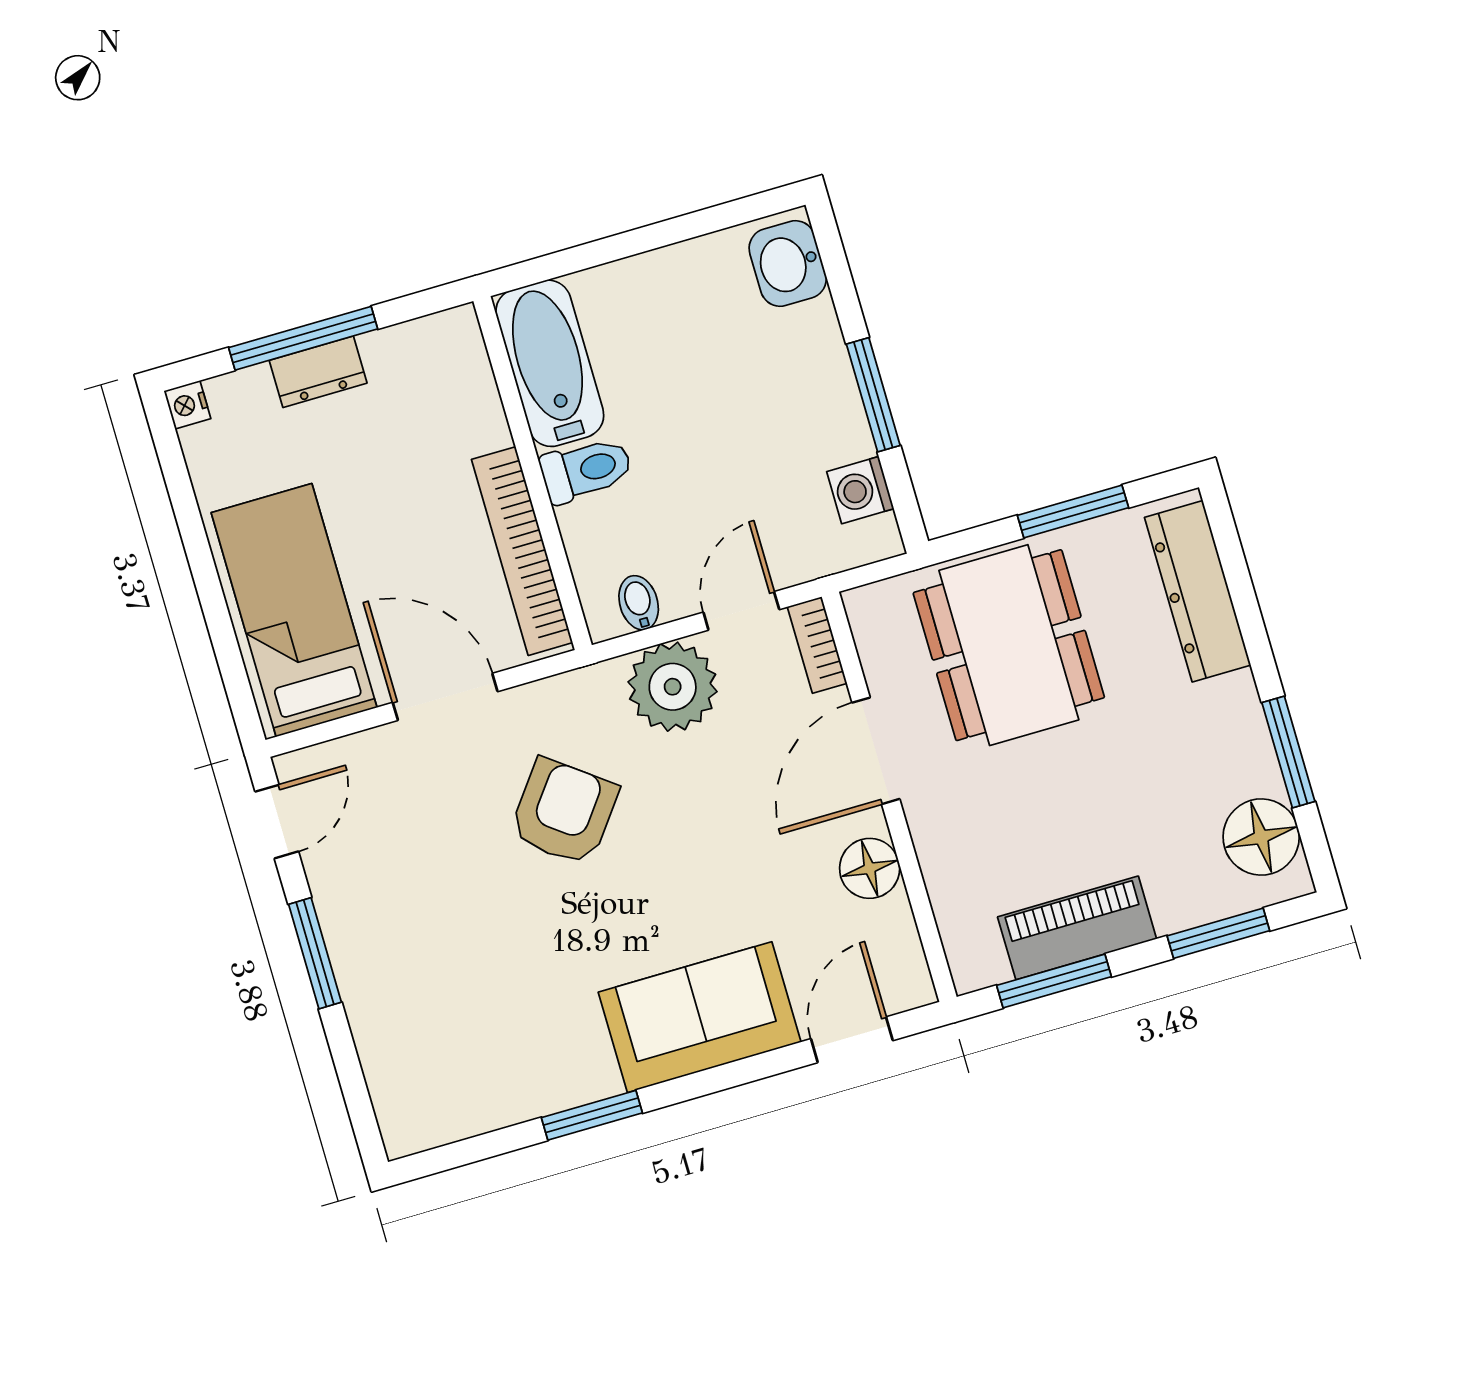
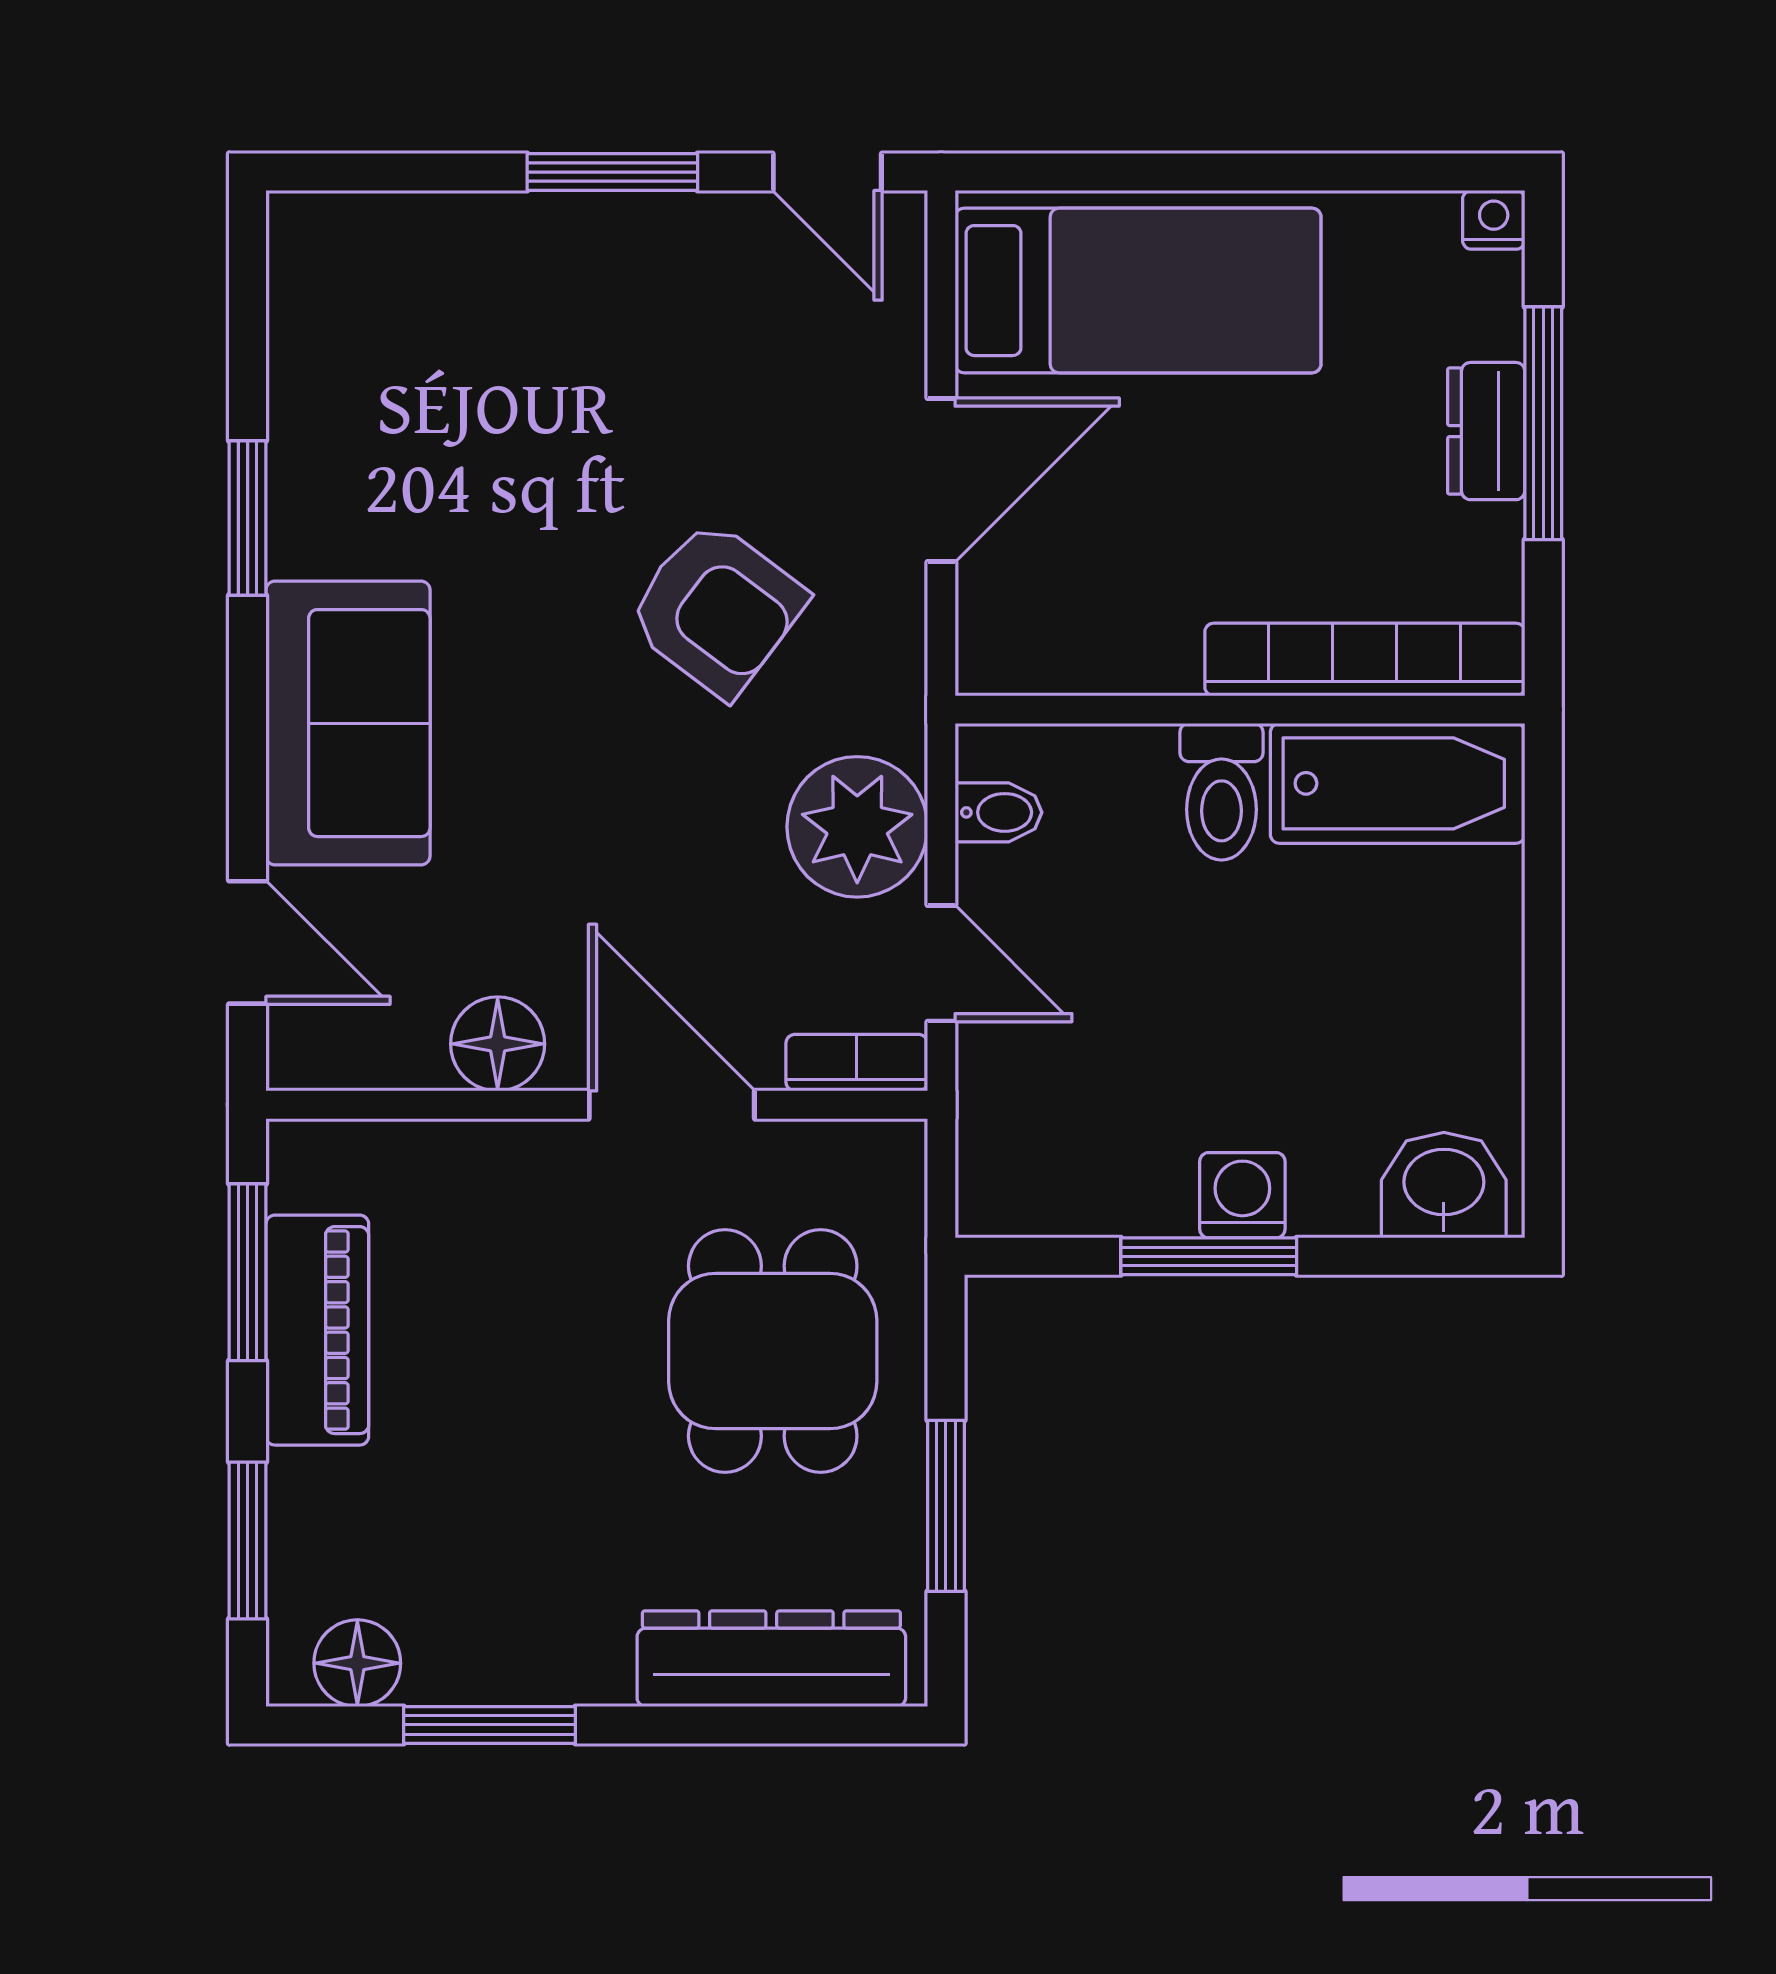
washing machine: (860, 490) -> (1242, 1195), moved
bookcase: (522, 551) -> (1365, 659), moved
dining table: (1009, 645) -> (773, 1351), width x0.73
floor lamp: (1261, 837) -> (357, 1663), width x0.73, depth x0.73

